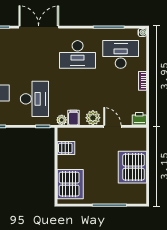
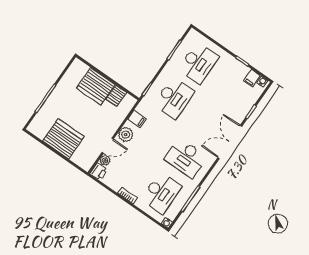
double door: (39, 27) -> (230, 142), swing flipped
desk: (78, 54) -> (186, 158), turned -90
desk: (34, 99) -> (174, 98), turned -90
plant: (62, 120) -> (105, 160), moved
server rack: (70, 184) -> (96, 86), moved

